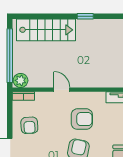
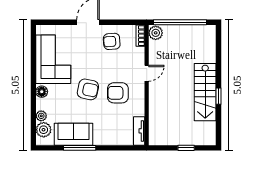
stairs: (46, 30) -> (205, 92), moved
armchair: (82, 119) -> (118, 93), turned 90

